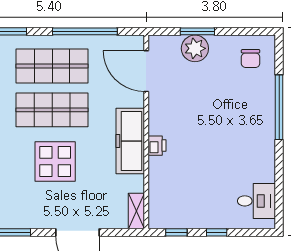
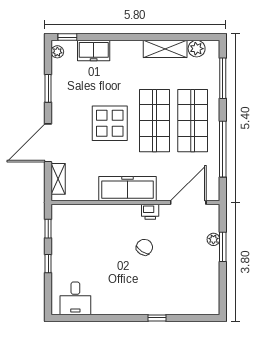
plant: (195, 48) -> (213, 239), width x0.53, depth x0.53
chair: (251, 59) -> (144, 247), moved, turned 122
window: (279, 107) -> (157, 318), width x0.32
printer: (157, 146) -> (150, 212), moved
shelving: (136, 211) -> (58, 179), moved, turned 90

